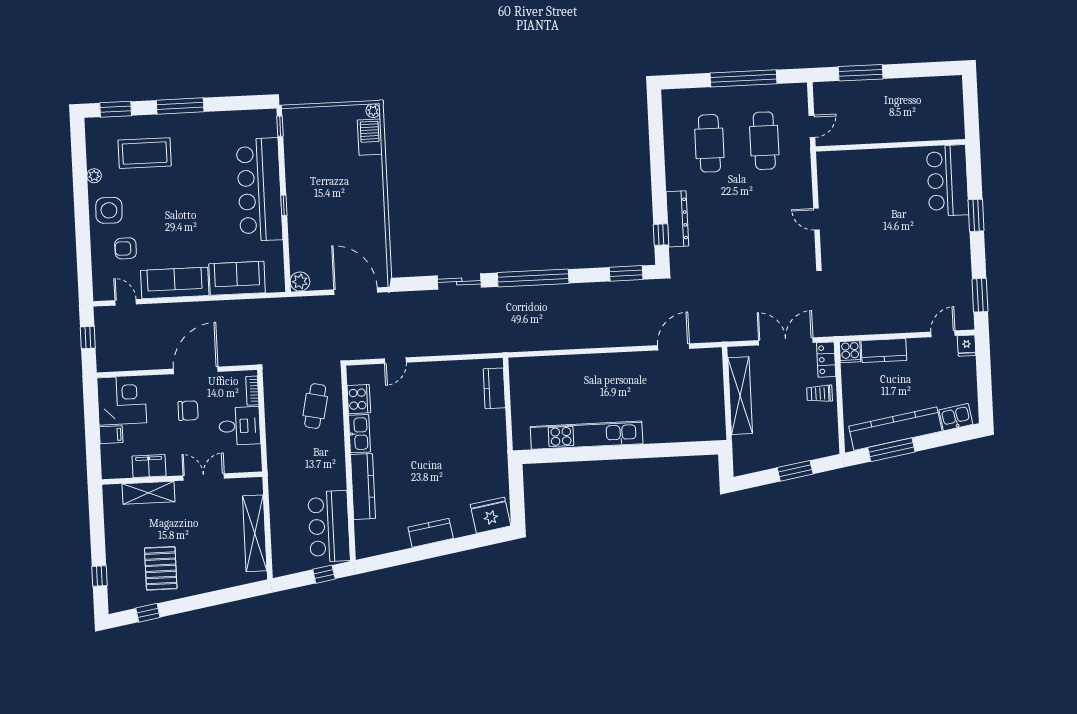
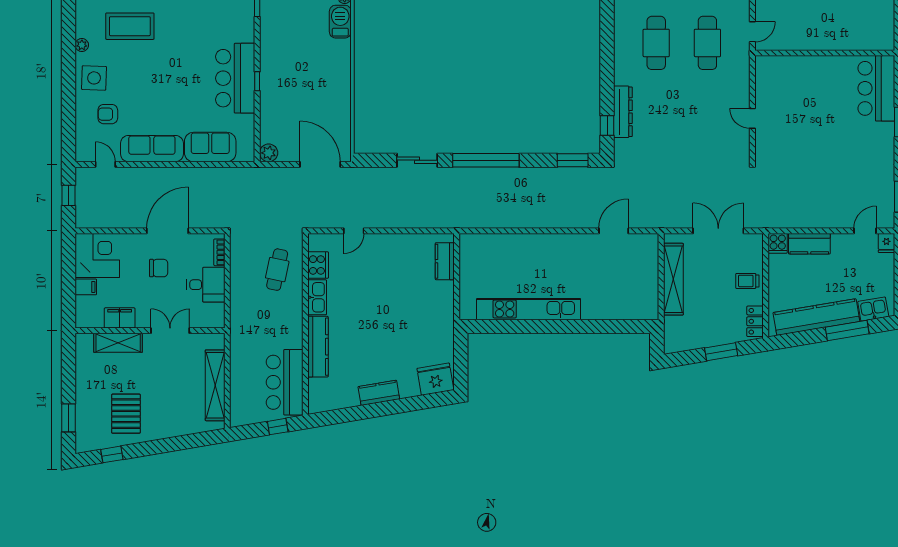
bar counter: (260, 190) -> (235, 78), width x0.73
locker: (826, 360) -> (755, 321), moved
window: (891, 450) -> (847, 330), moved
window: (99, 576) -> (69, 418), width x1.50

